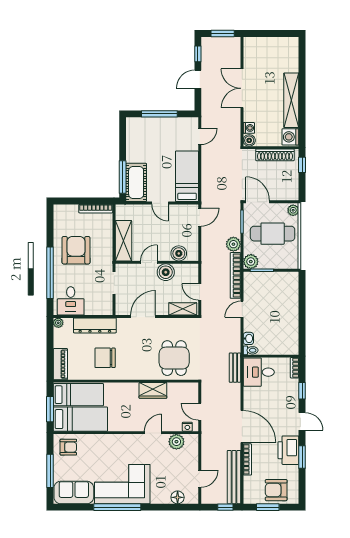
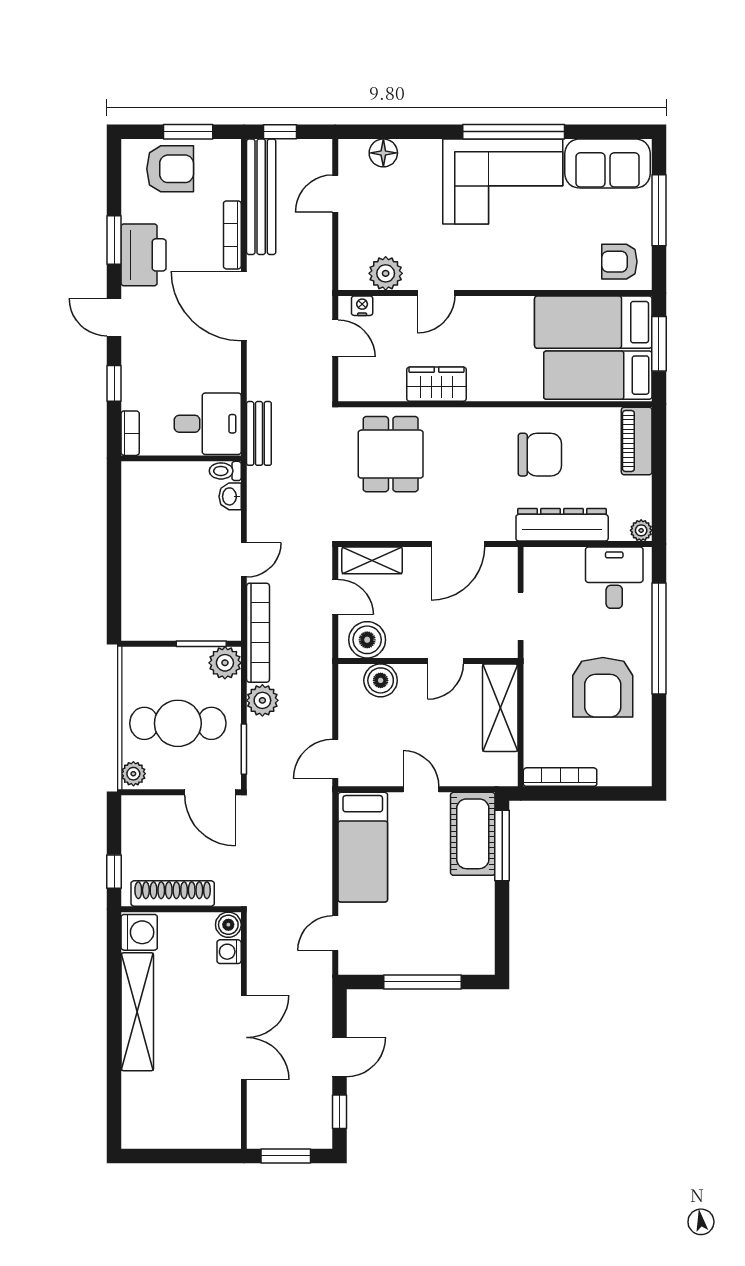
boiler: (166, 272) -> (367, 640), moved

